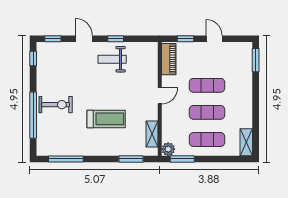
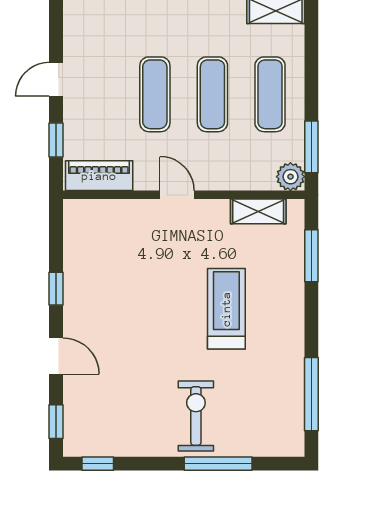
door: (84, 39) -> (56, 356), swing flipped
weight bench: (112, 59) -> (99, 296), removed
window: (33, 115) -> (218, 464), width x0.68

